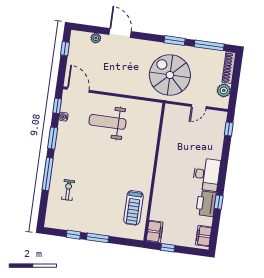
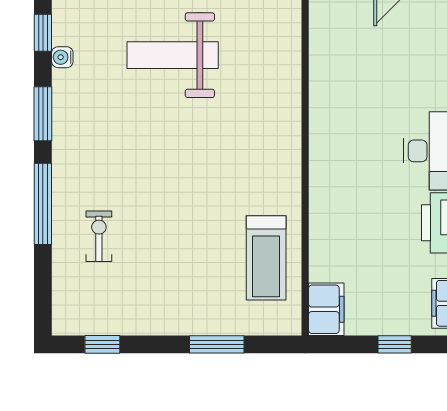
window: (73, 235) -> (102, 344), moved
window: (98, 238) -> (217, 344), moved
window: (168, 248) -> (395, 344), moved

